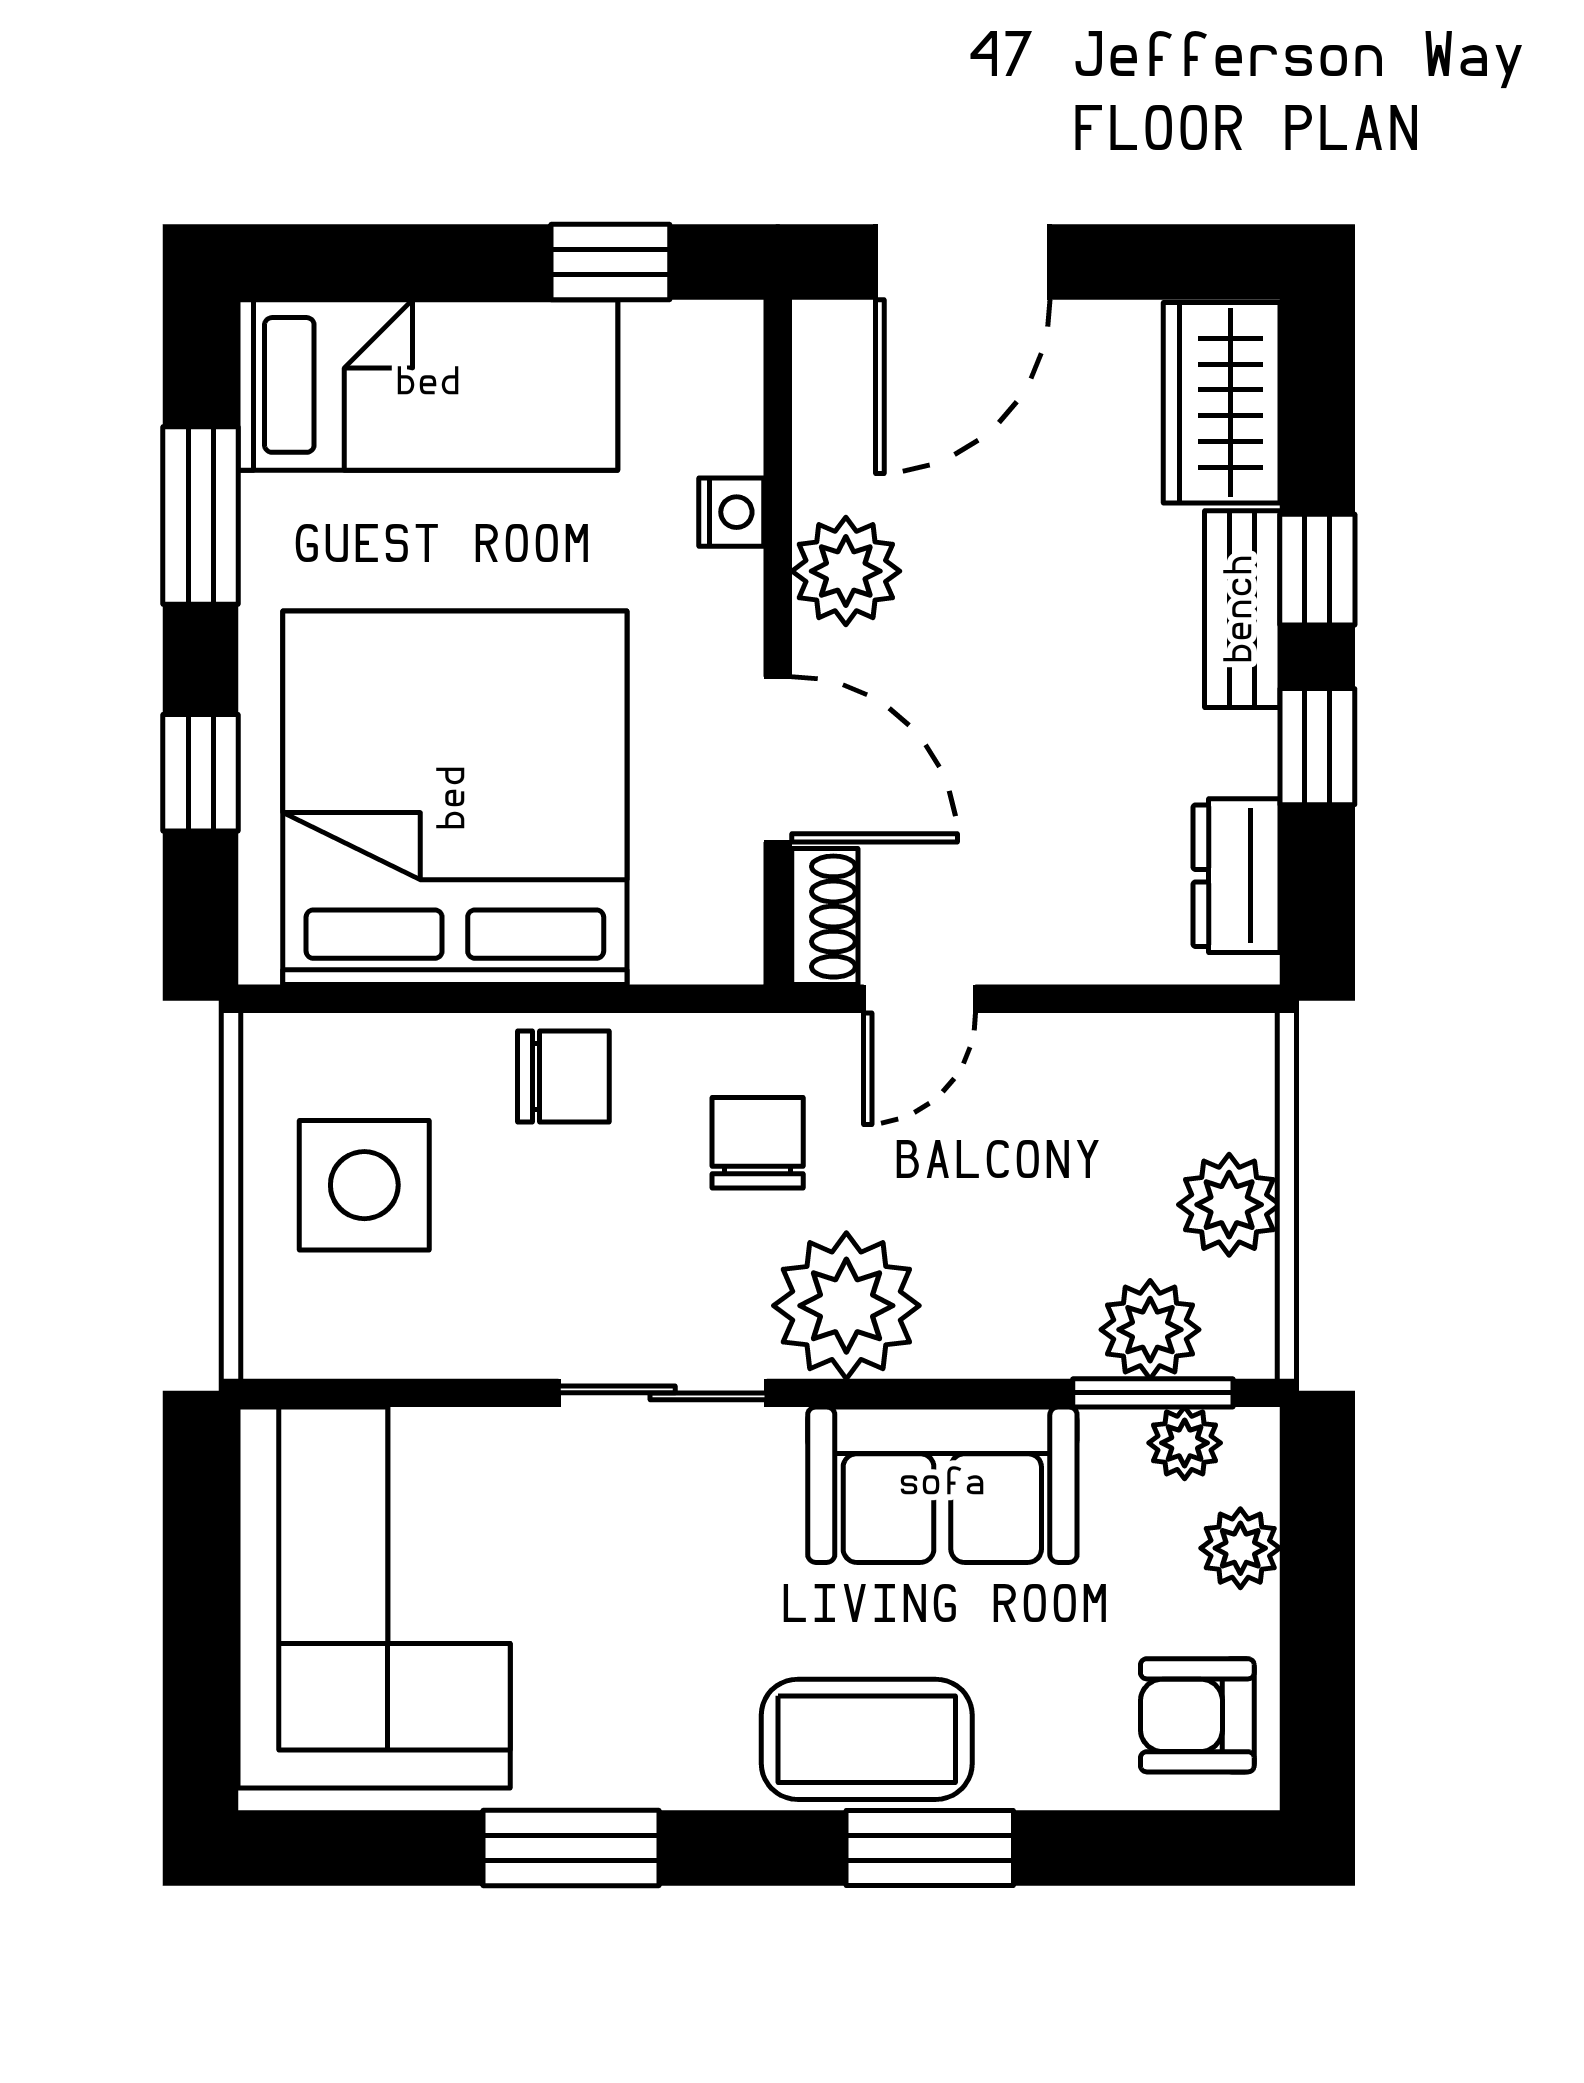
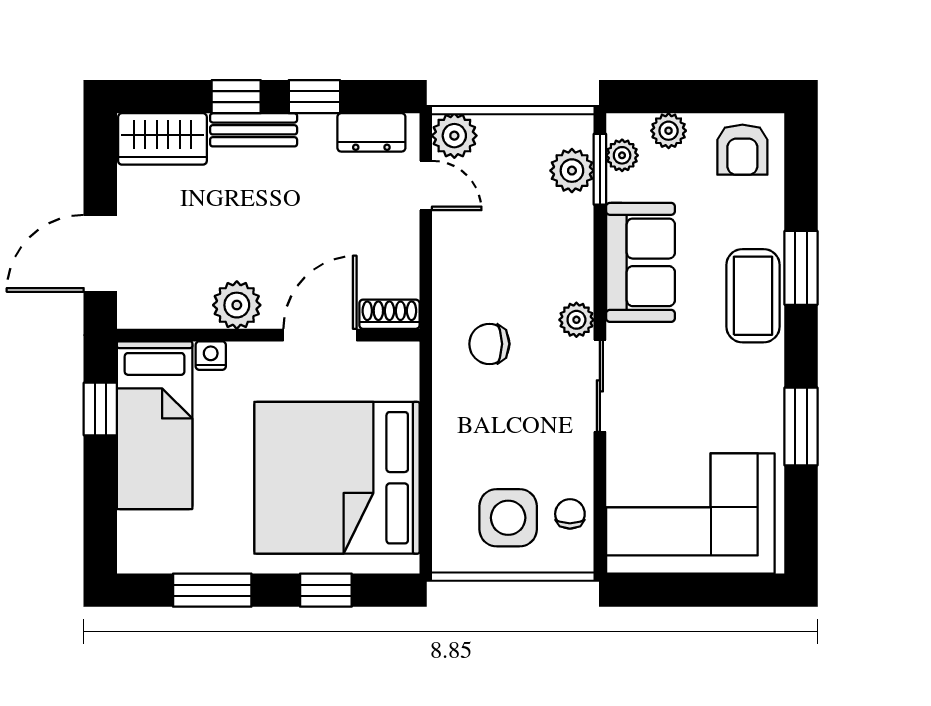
door: (963, 262) -> (100, 253), swing flipped
bed: (428, 385) -> (155, 425), moved, turned 180
door: (919, 999) -> (426, 186), moved
chair: (563, 1077) -> (570, 514), moved, width x0.73, depth x0.73
plant: (1229, 1205) -> (454, 136), moved
plant: (846, 1306) -> (576, 320), width x0.53, depth x0.53

